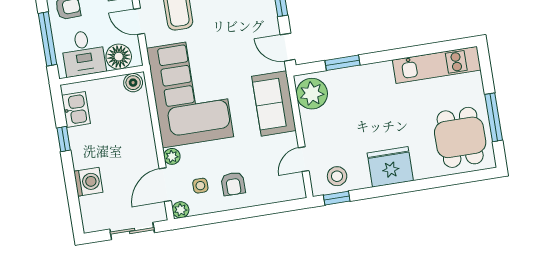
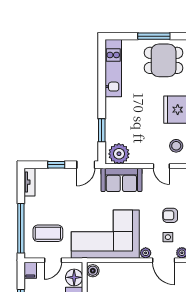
armchair: (233, 184) -> (170, 215), turned 180

